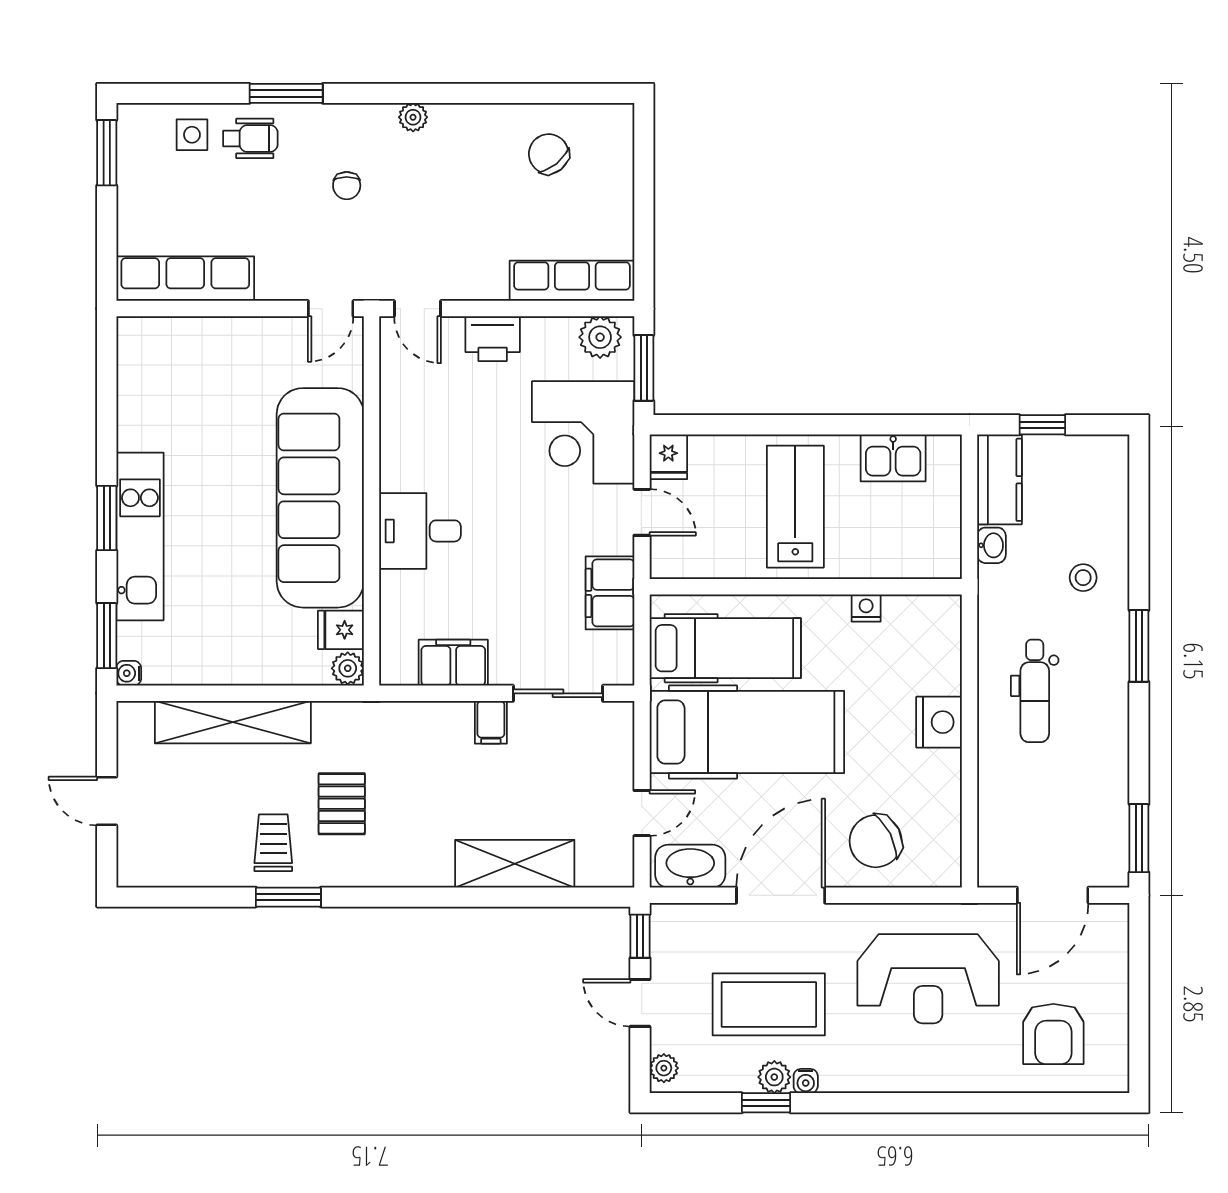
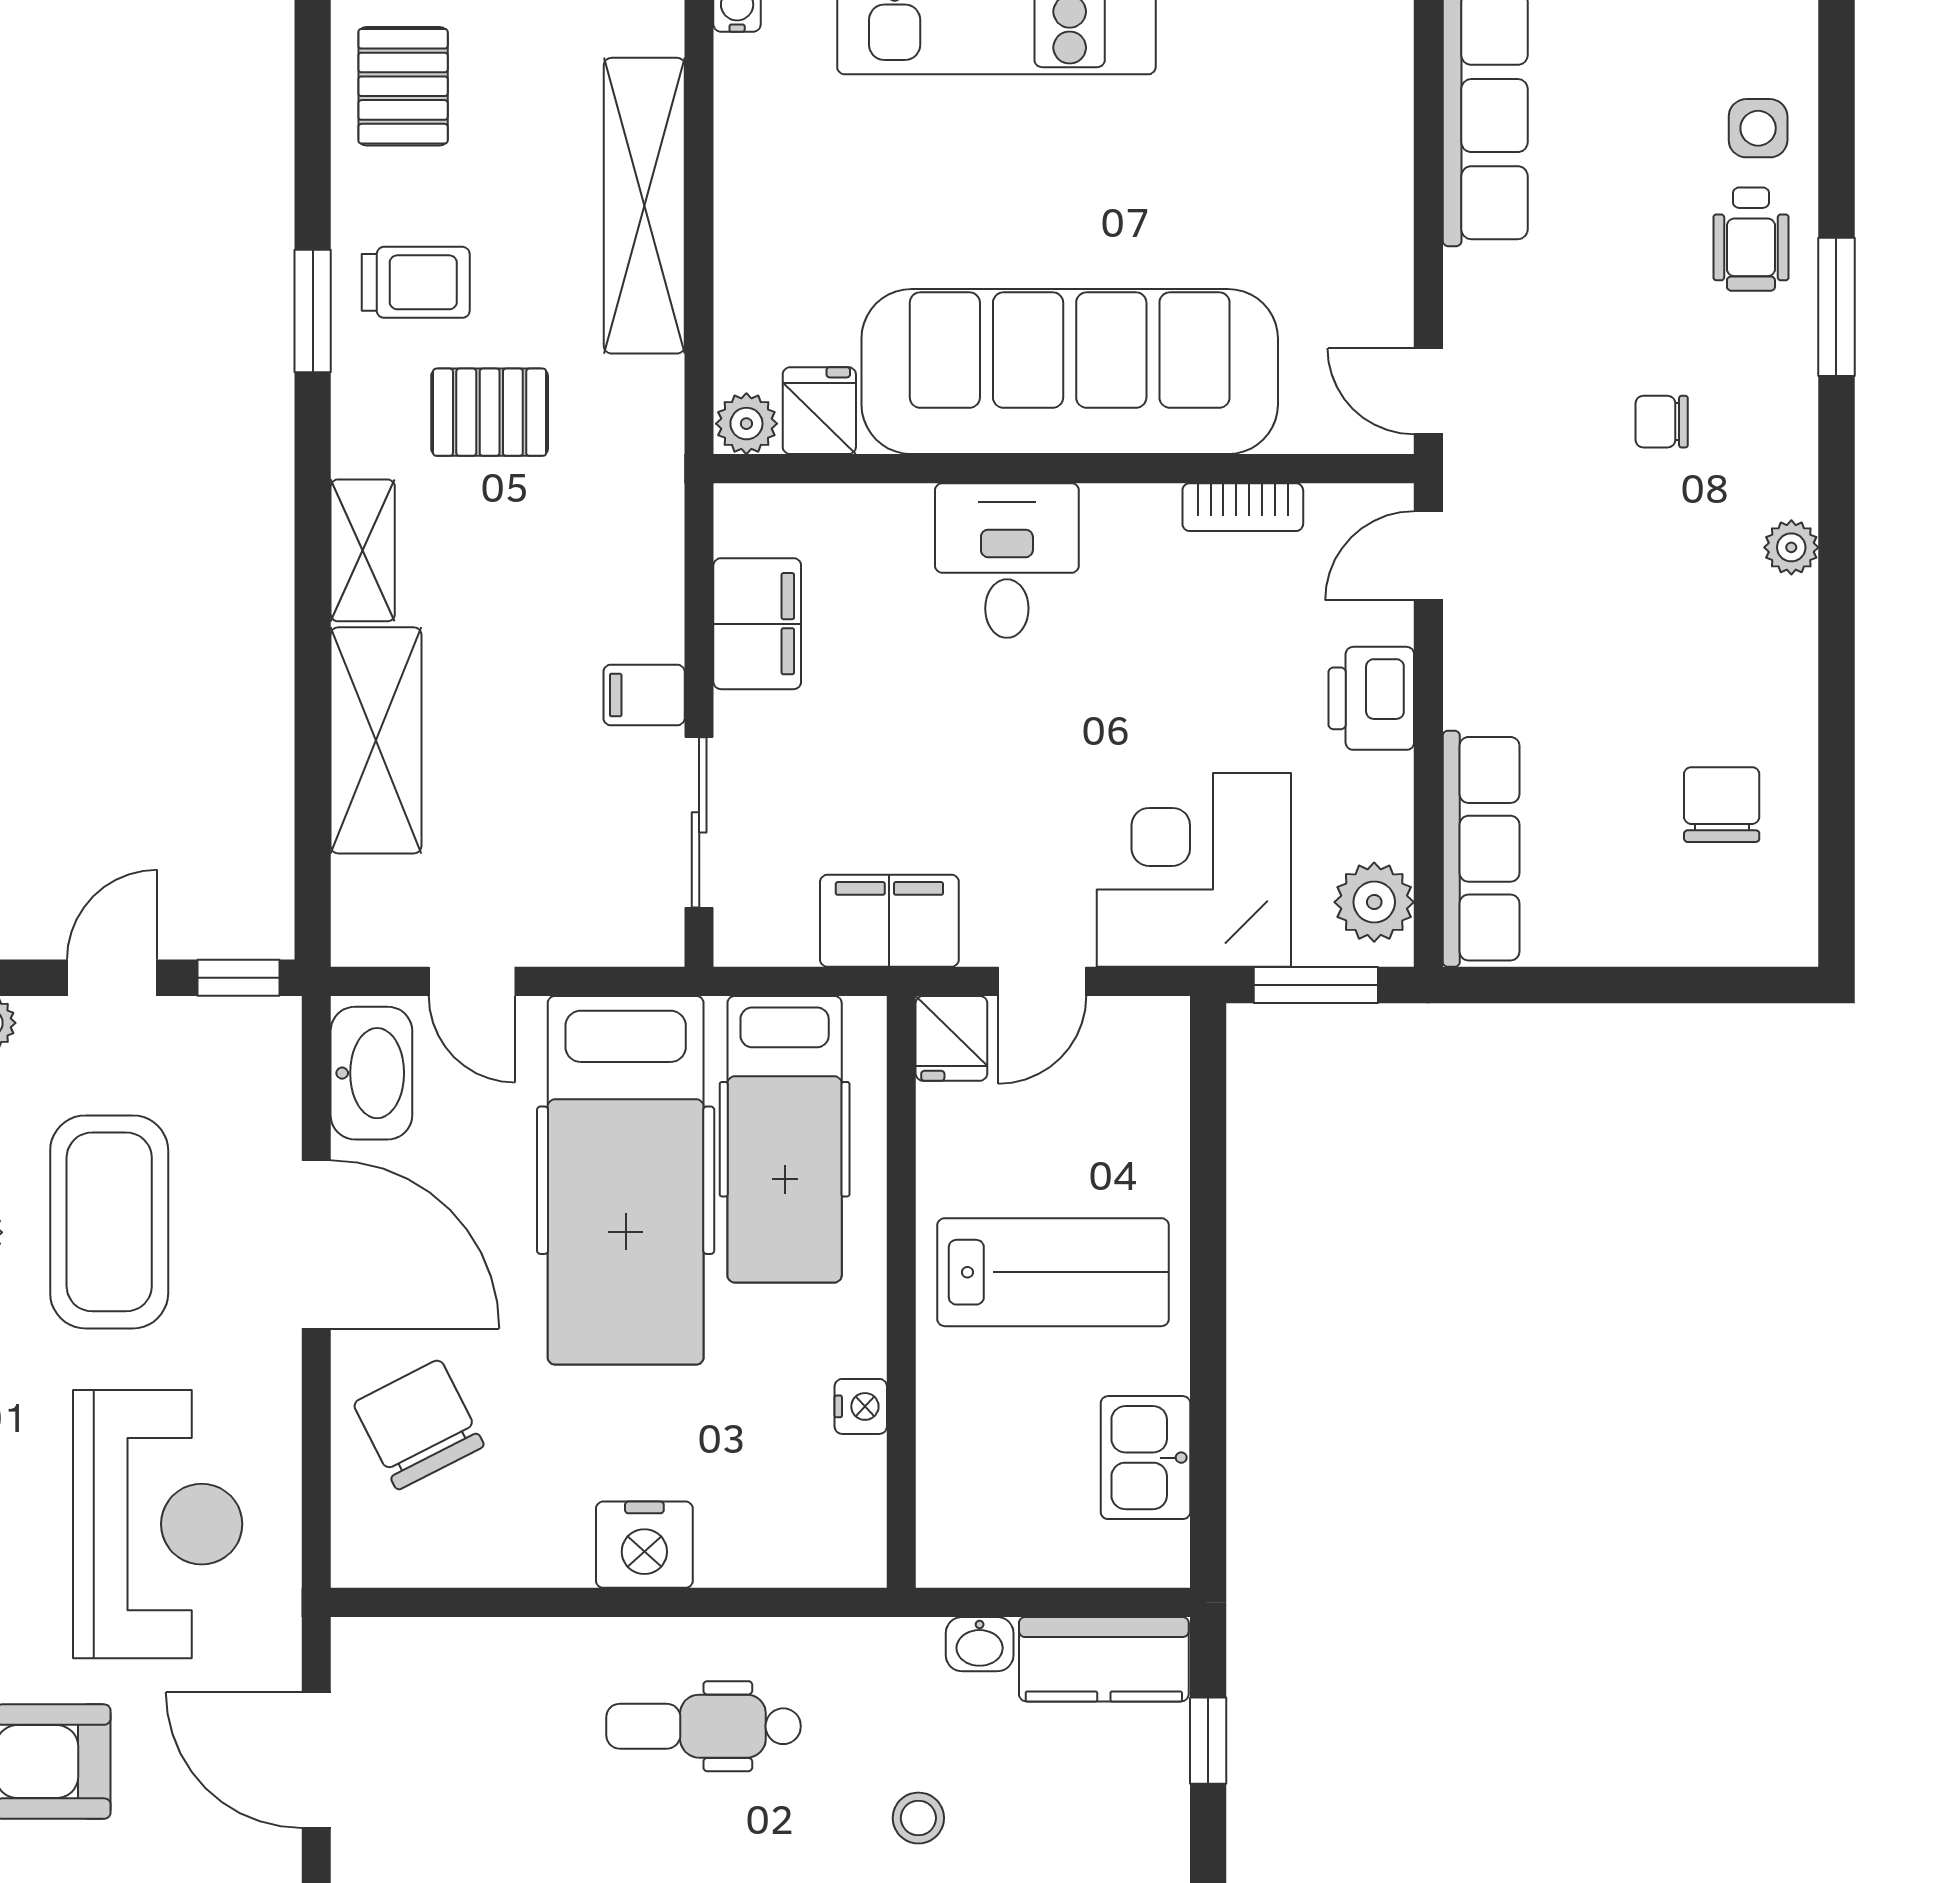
chair: (549, 154) -> (1722, 805), turned -51
bookcase: (392, 407) -> (1243, 507), added
fridge: (668, 457) -> (951, 1038), moved, turned -90
pallet: (170, 849) -> (403, 86), added
shelving: (415, 871) -> (363, 550), added
reception desk: (928, 979) -> (158, 1524), turned 180

